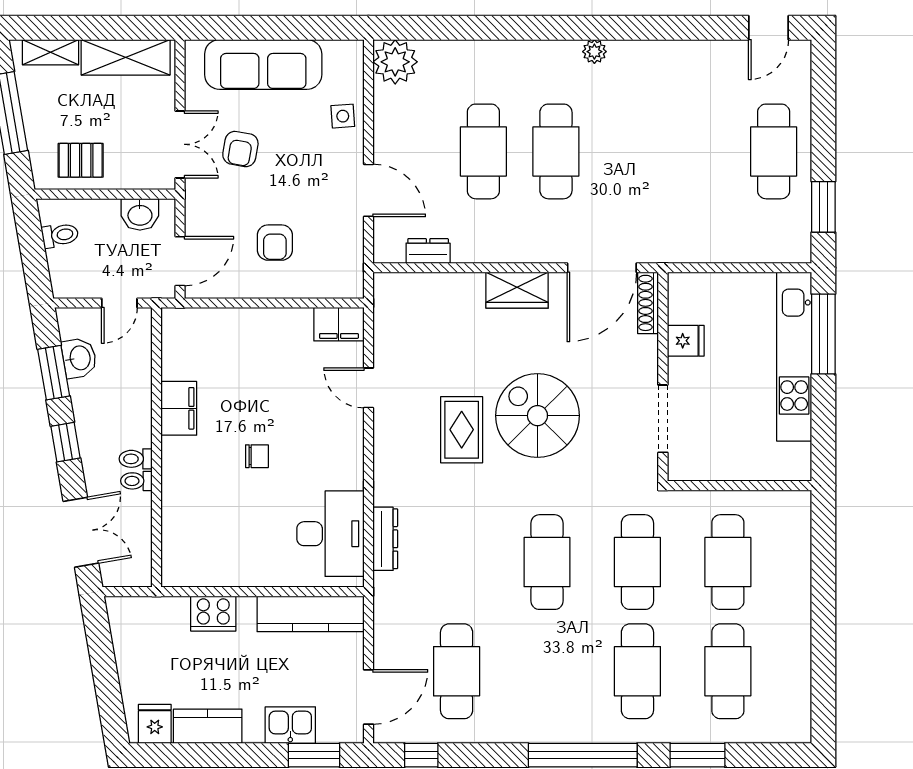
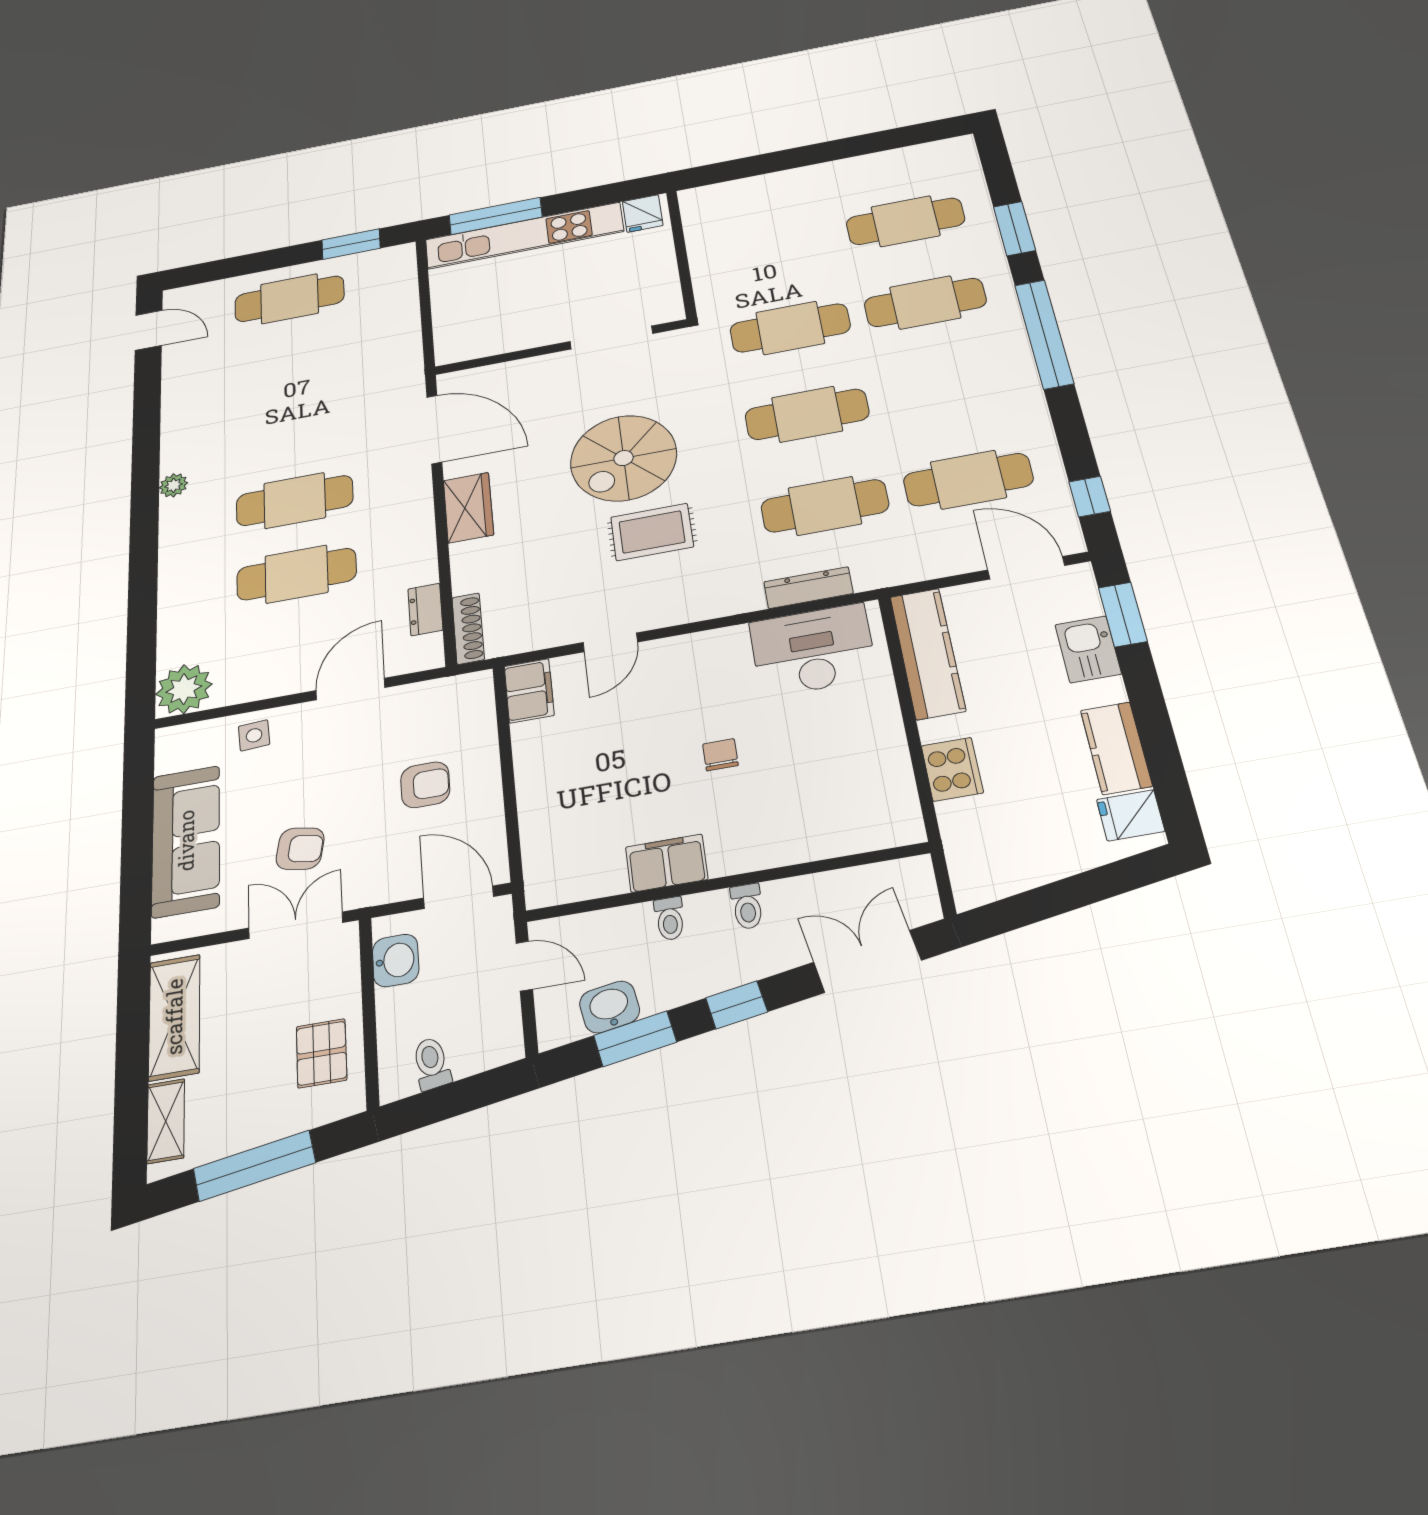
shoe rack: (648, 303) -> (468, 629), moved, turned -90
fridge: (686, 341) -> (643, 213), moved, turned 180
toilet: (136, 481) -> (670, 919), moved
cafe table: (728, 562) -> (825, 506), moved

